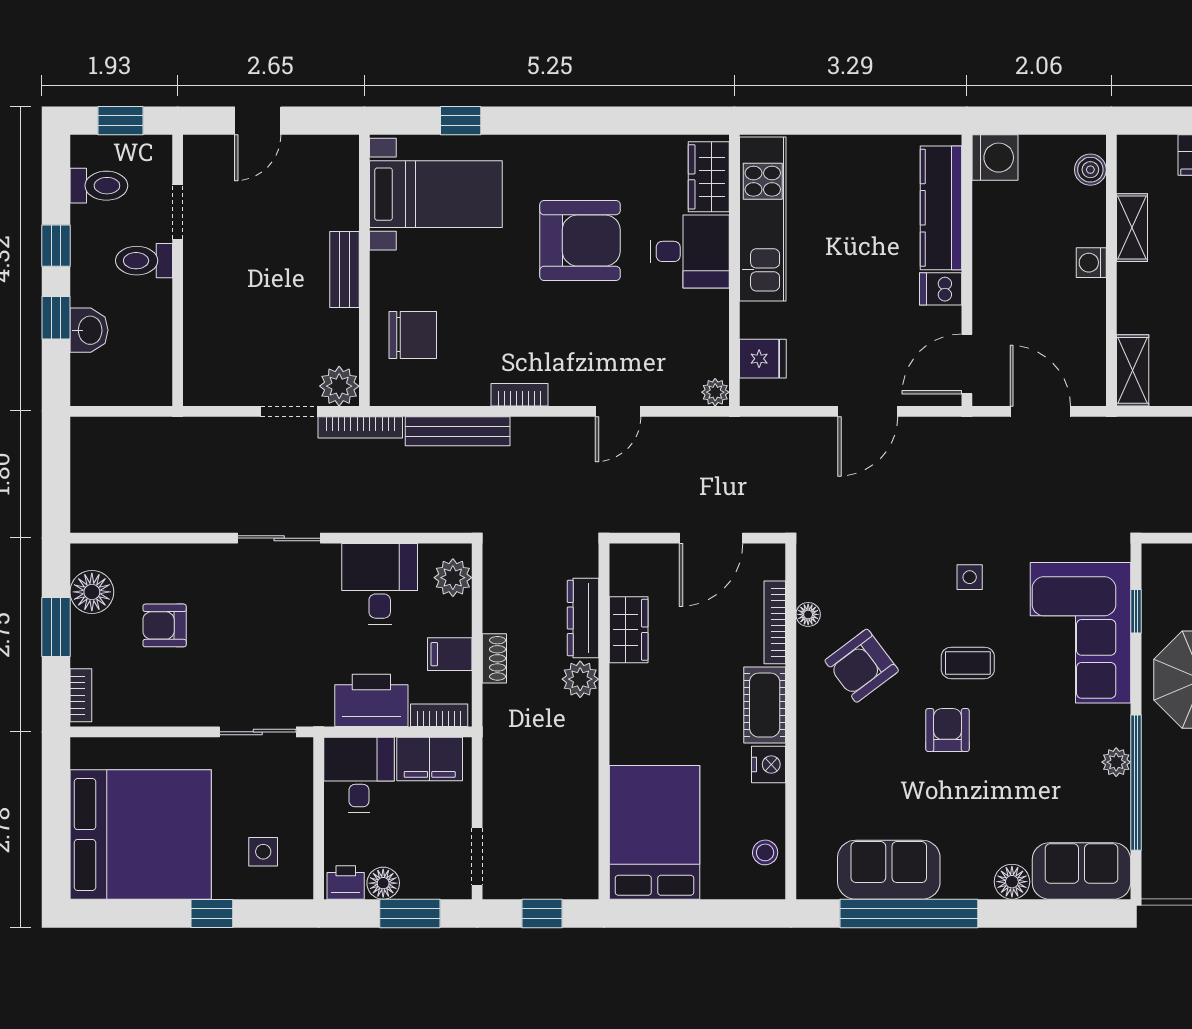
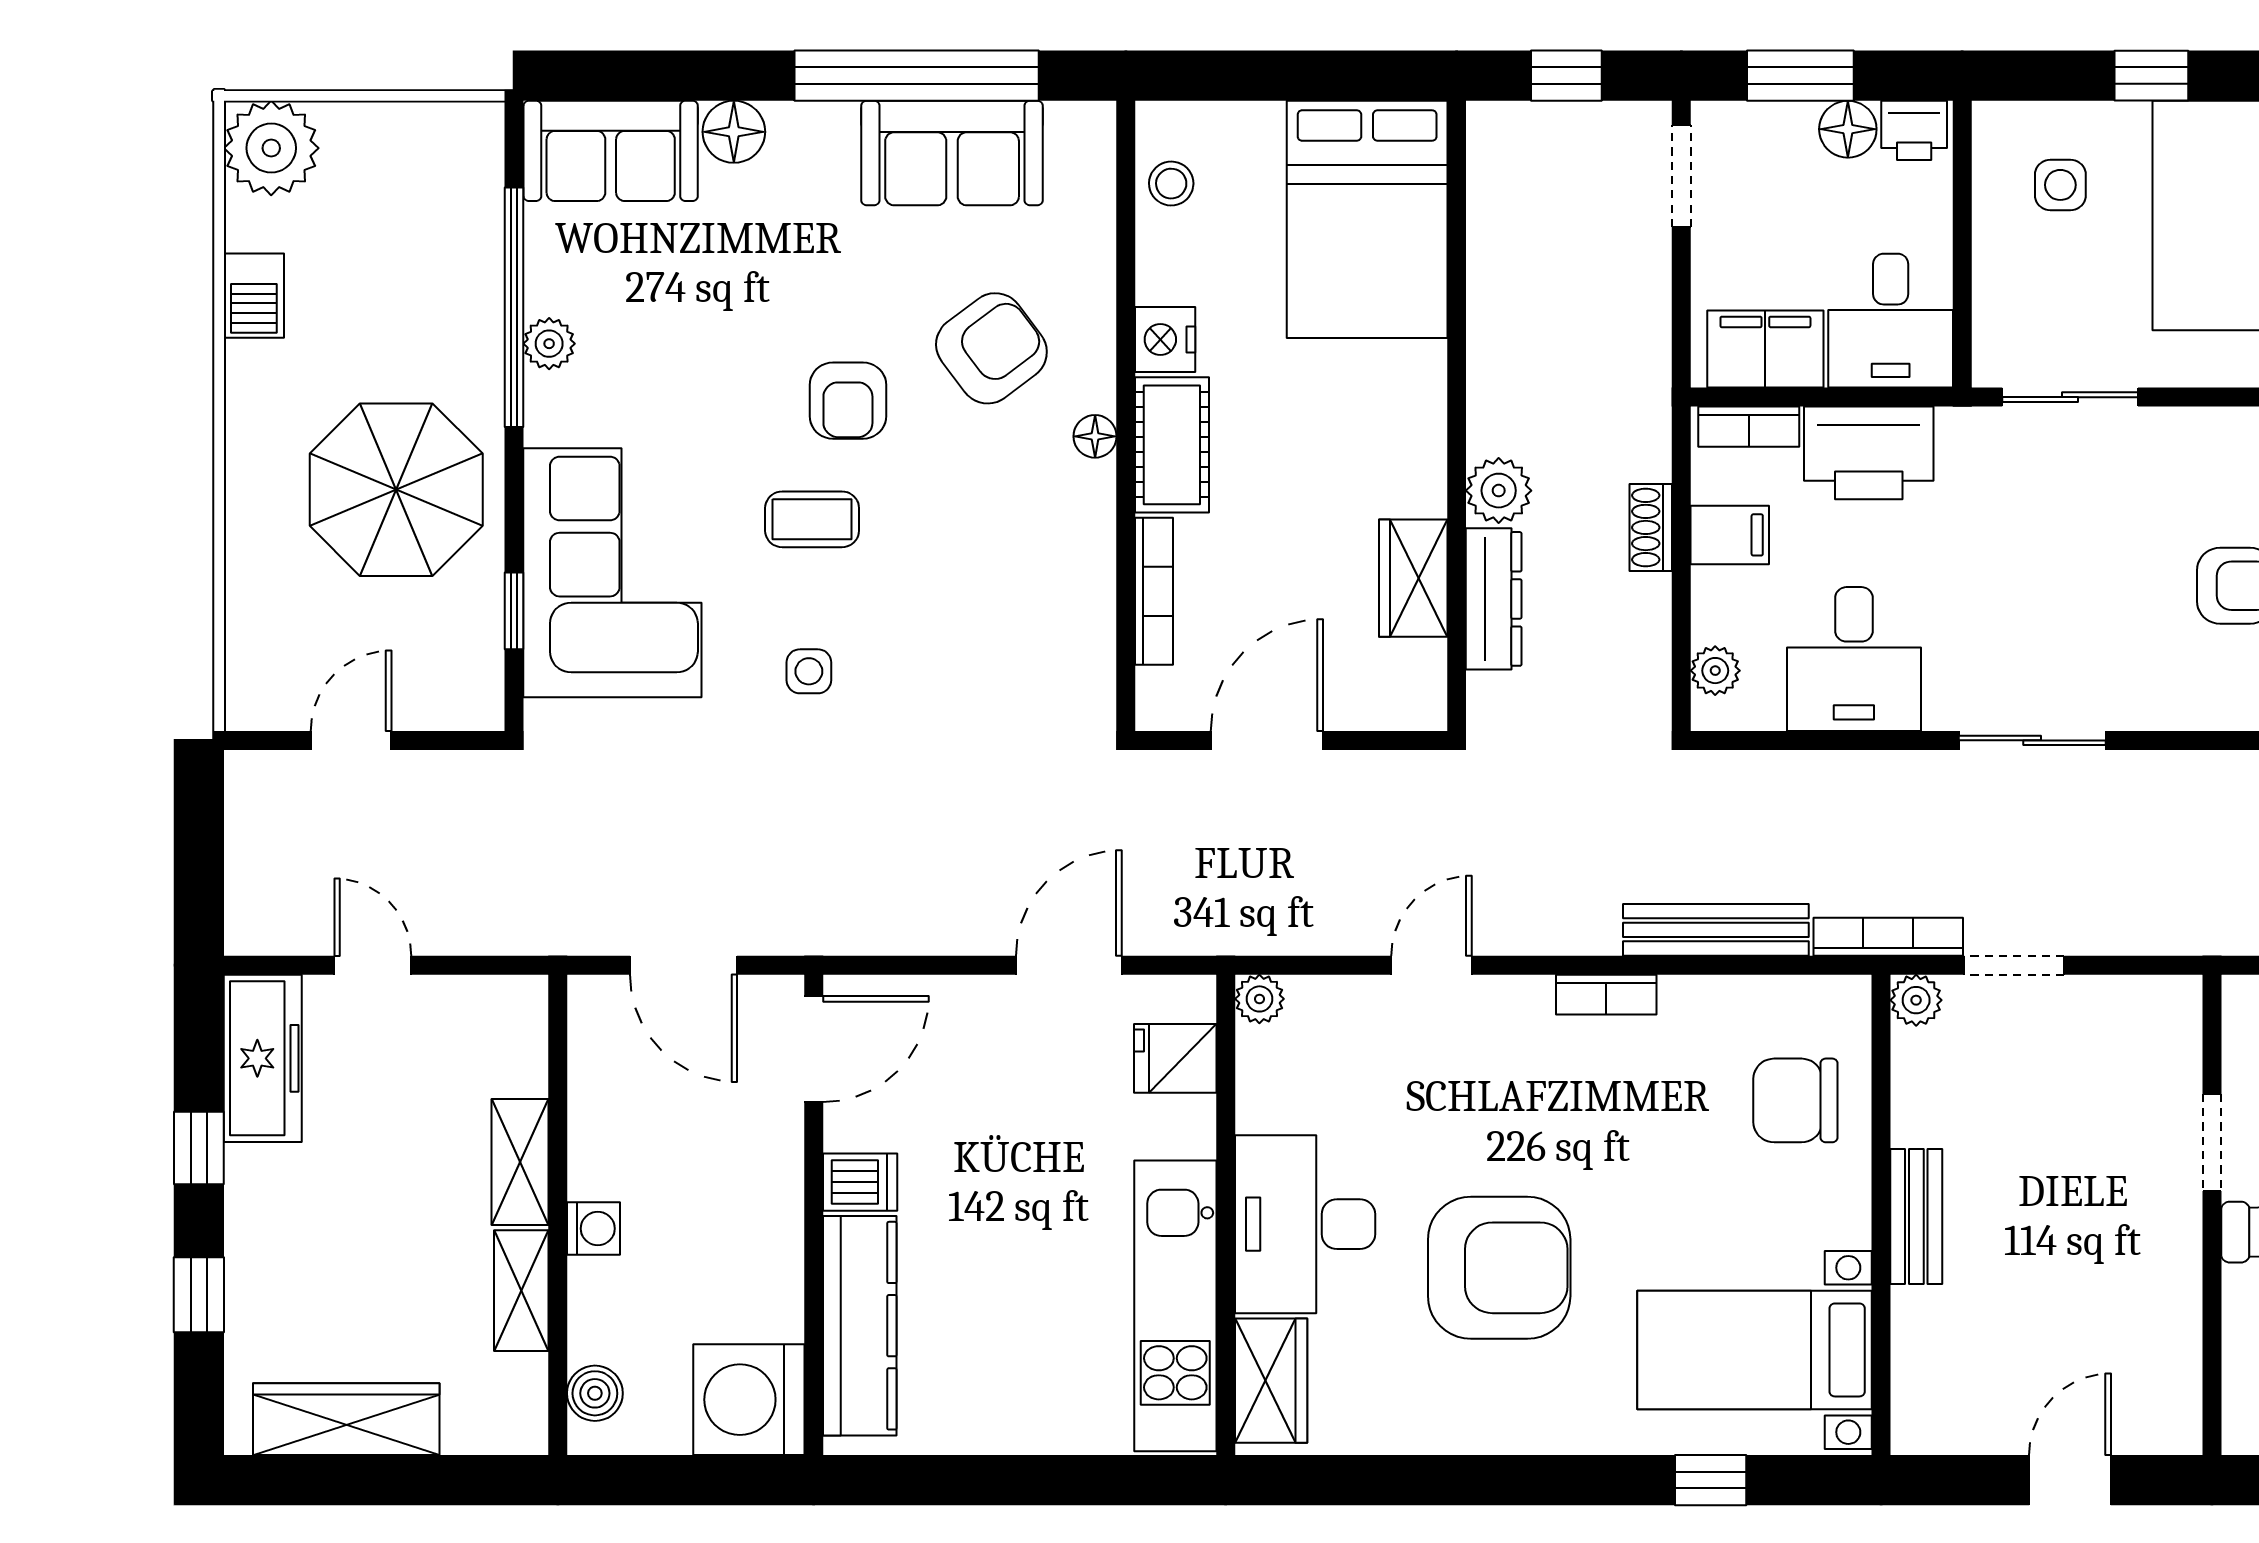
washing machine: (995, 158) -> (749, 1400), width x1.37, depth x1.37
doorway: (178, 212) -> (2212, 1143), moved
armchair: (580, 241) -> (1499, 1268), turned 180
desk: (690, 251) -> (1305, 1224), width x1.37
shelving: (1133, 370) -> (520, 1162), moved
plant: (339, 386) -> (1916, 1000), width x0.73, depth x0.73
door: (868, 411) -> (1069, 965), moved
plant: (453, 578) -> (1715, 671), width x0.73, depth x0.73
floor lamp: (808, 614) -> (1095, 436), moved
armchair: (862, 666) -> (991, 348), moved

